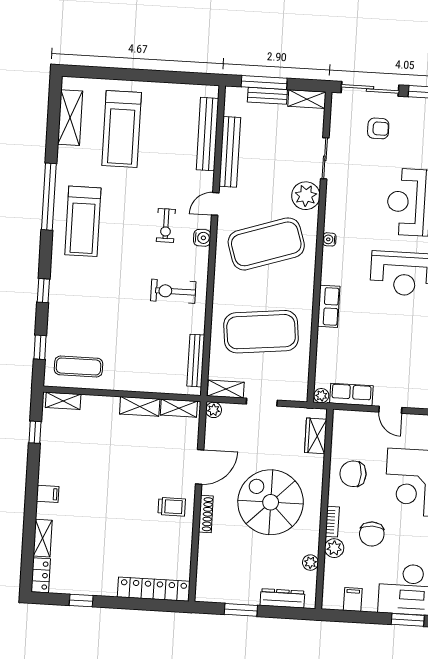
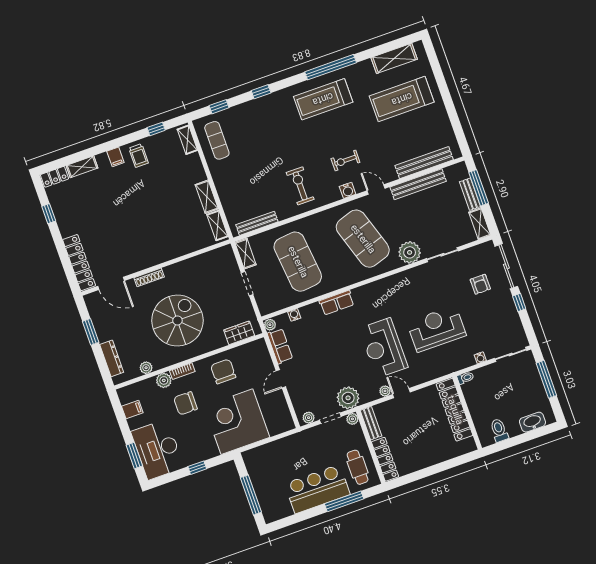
water cooler: (329, 239) -> (294, 315), moved
plant: (214, 410) -> (227, 251), removed
door: (200, 467) -> (111, 283), moved
trolley: (172, 507) -> (139, 156), moved

